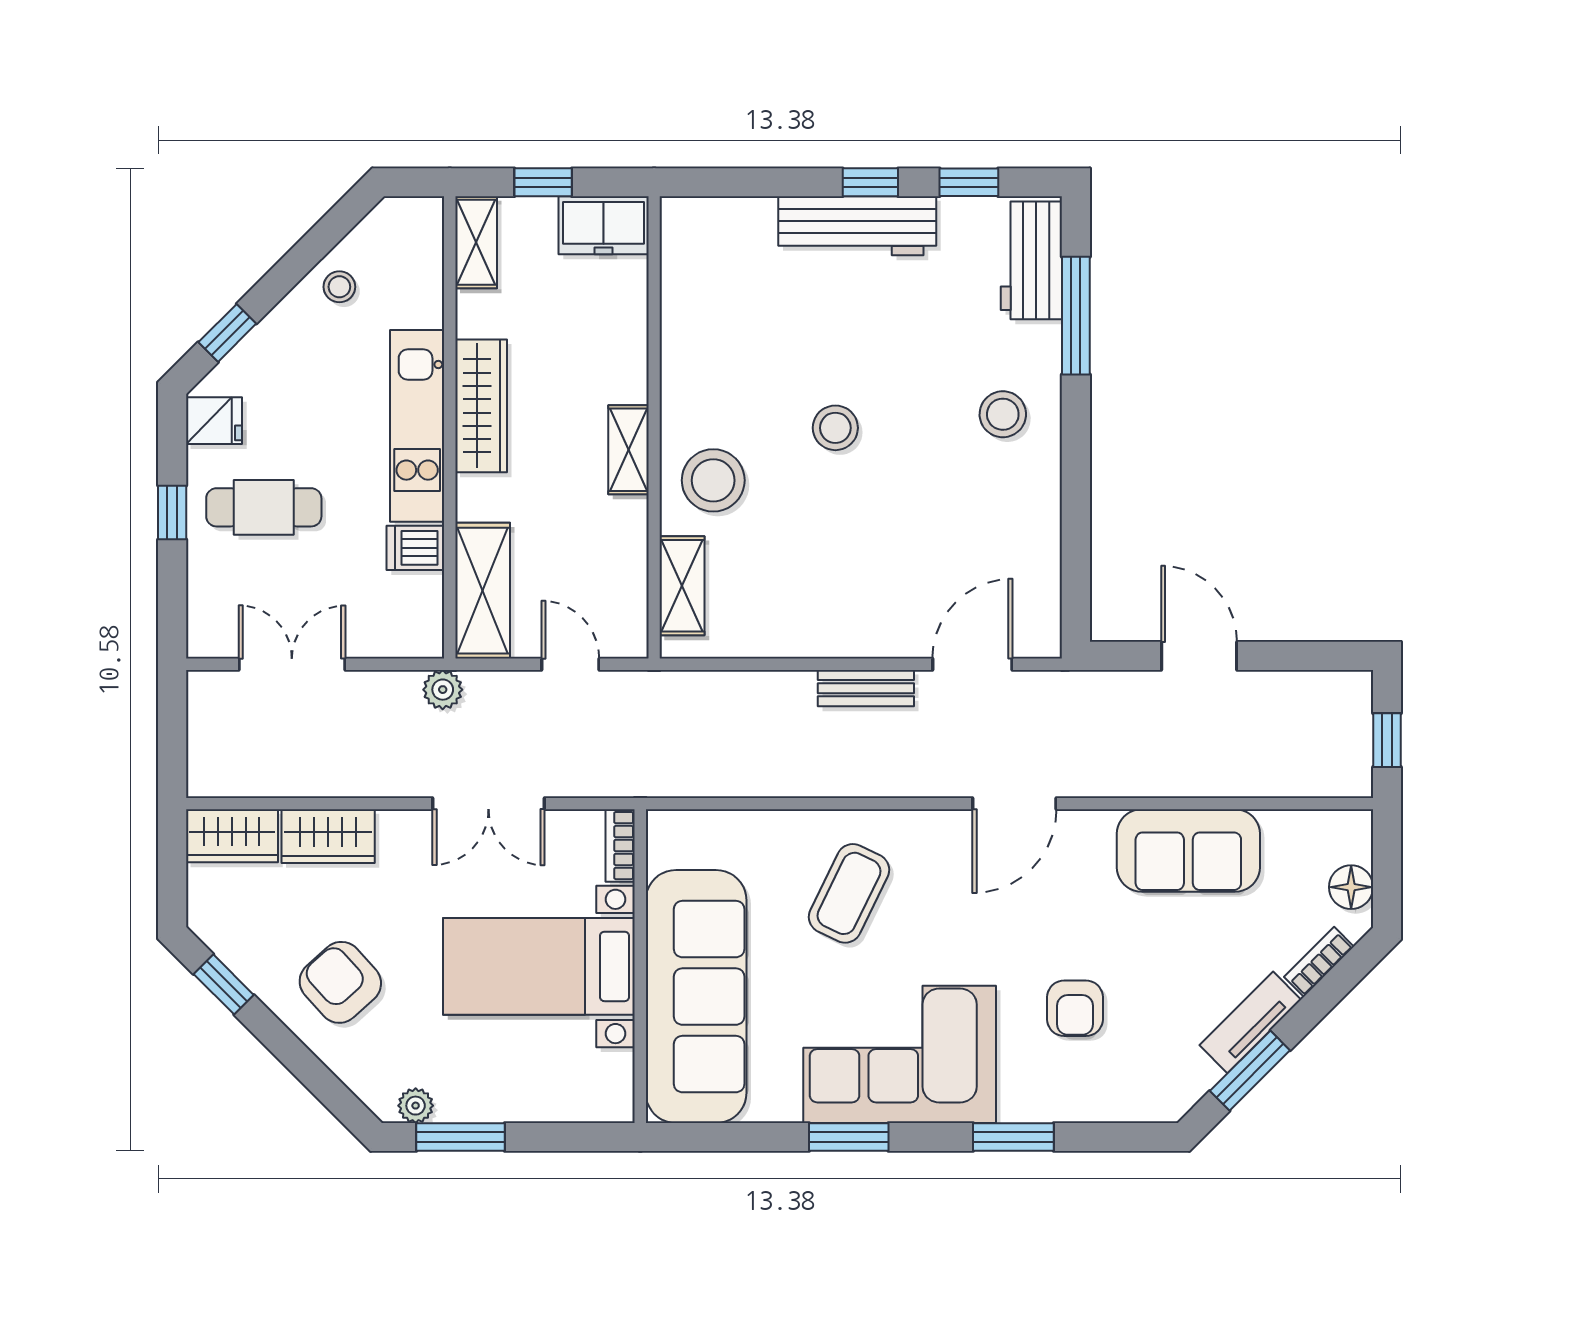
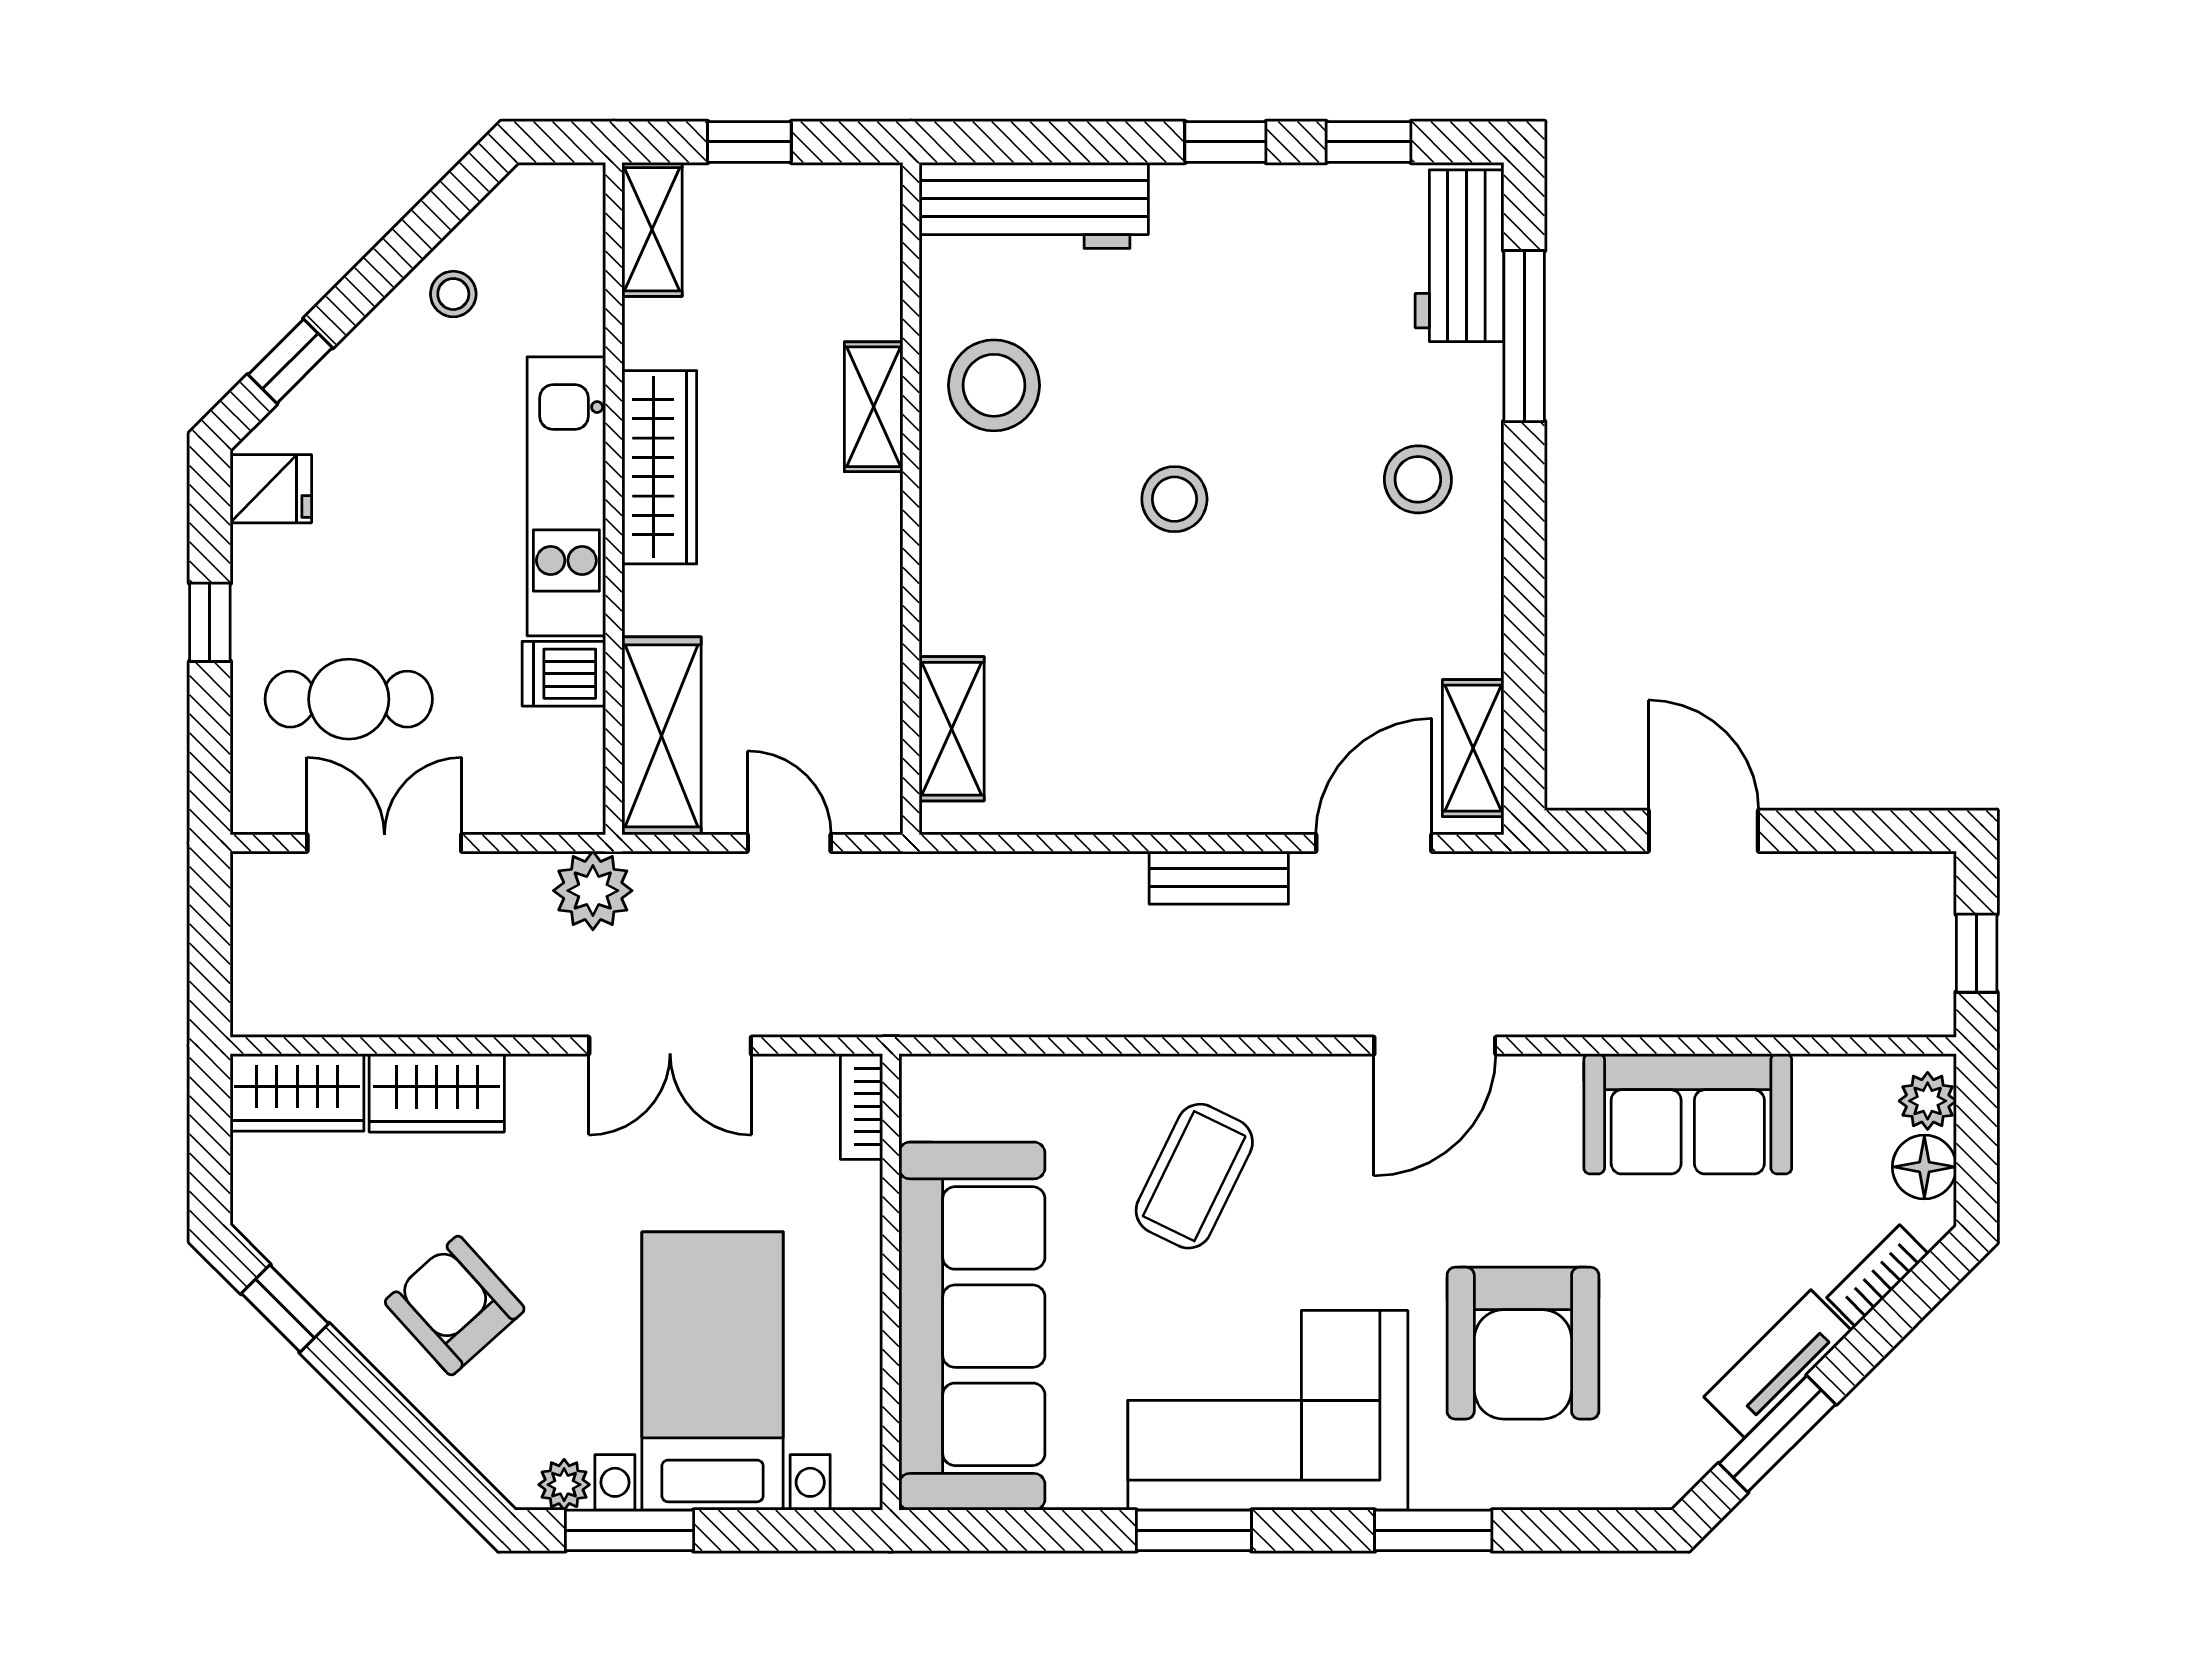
freezer: (604, 225) -> (837, 205), removed
workbench: (857, 226) -> (1034, 205), moved
shelving: (628, 450) -> (874, 407), moved
stool: (713, 480) -> (994, 385), moved
cafe table: (264, 507) -> (349, 699), moved
shelving: (1041, 599) -> (1473, 748), added
plant: (443, 690) -> (593, 891), width x1.38, depth x1.38
plant: (1353, 842) -> (1928, 1101), added
bed with nightstands: (539, 966) -> (713, 1371), moved, turned 90
armchair: (1075, 1008) -> (1523, 1343), width x1.88, depth x1.88

